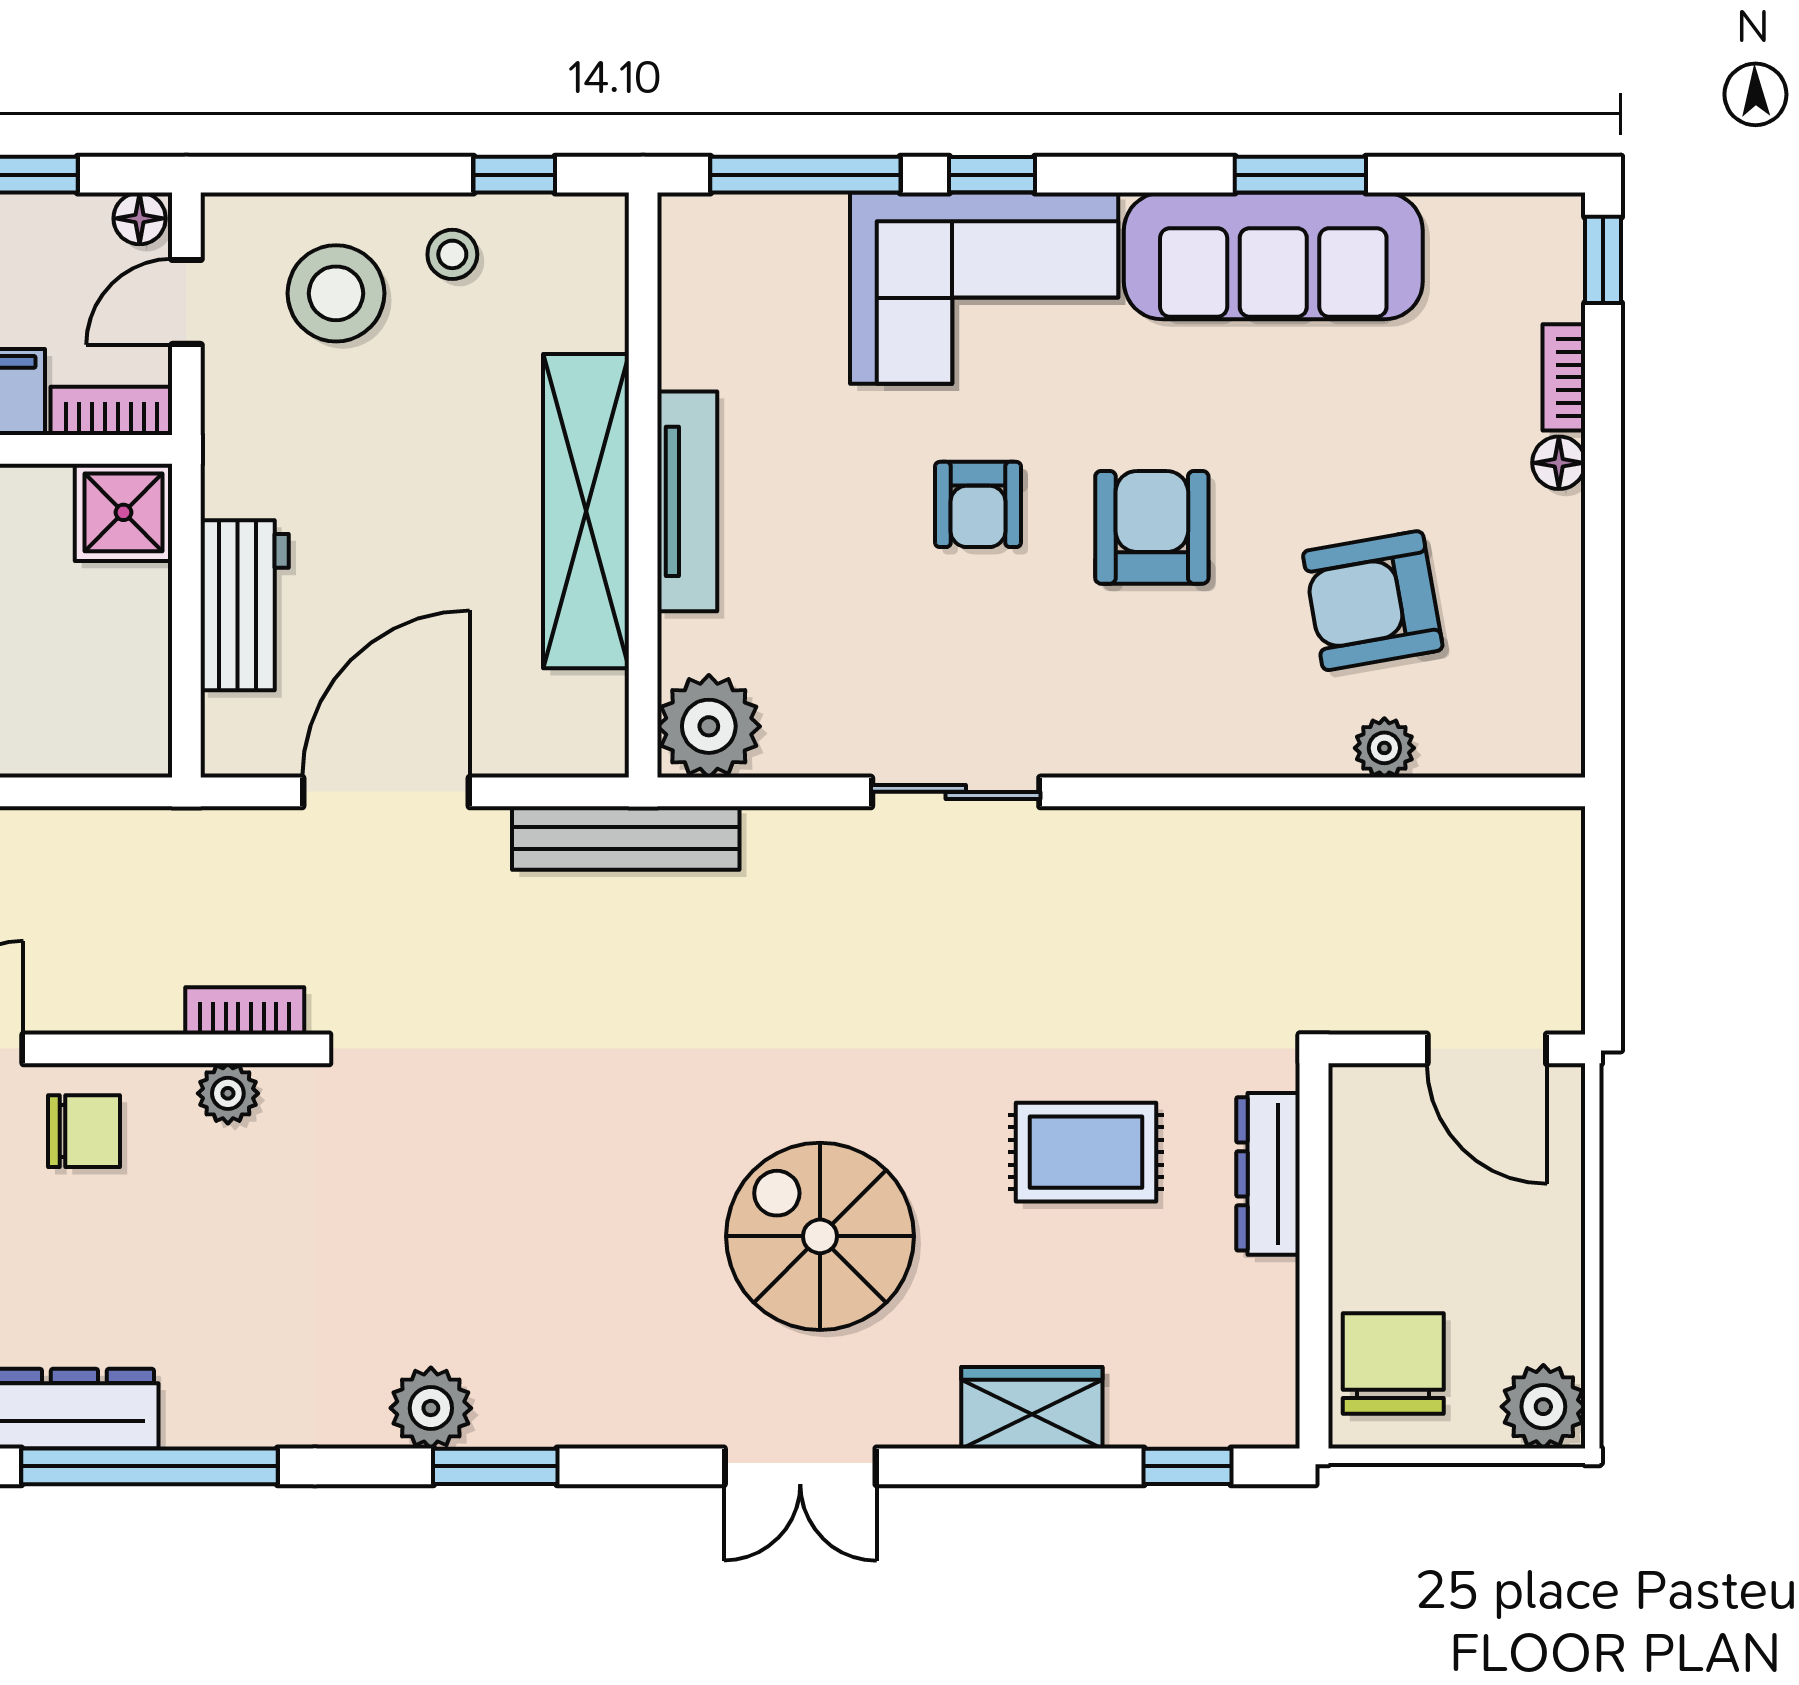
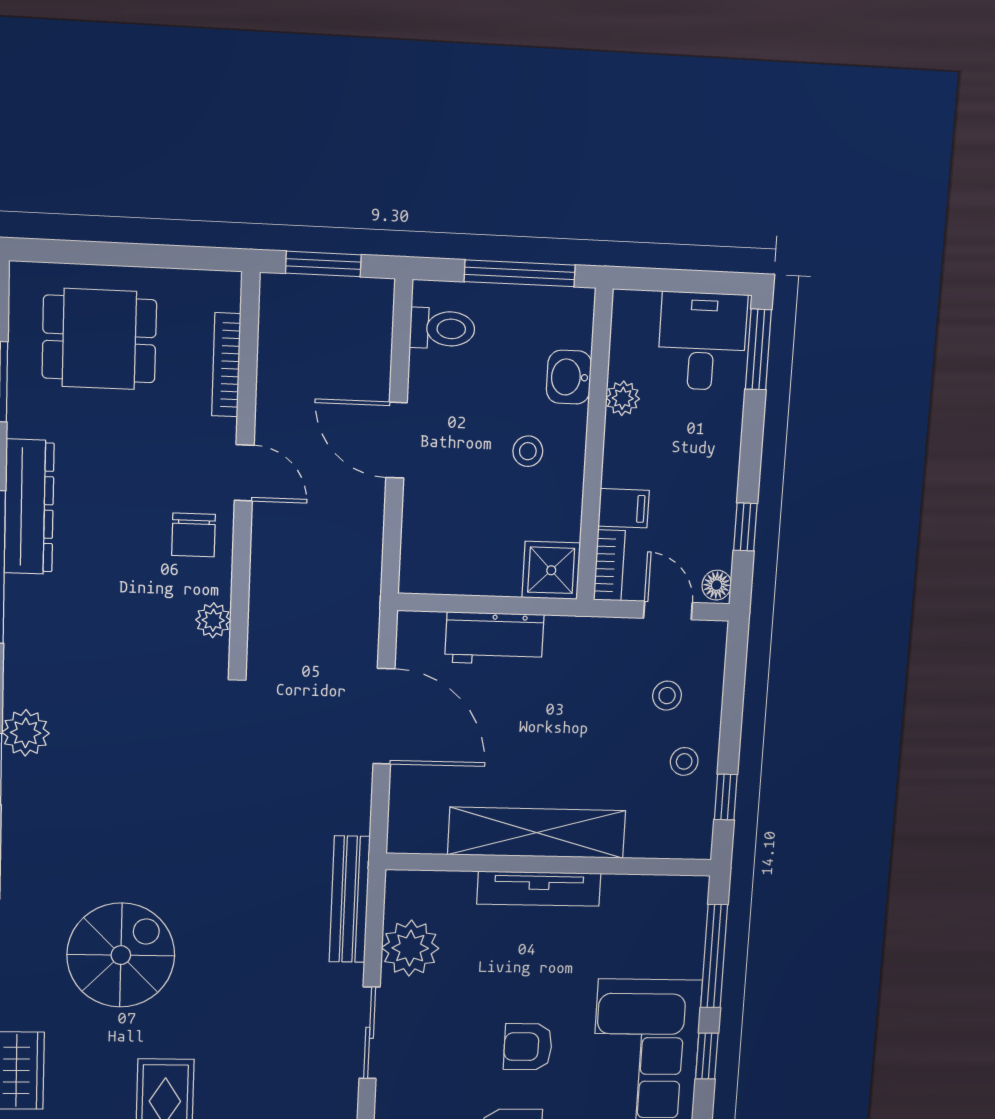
stool: (336, 293) -> (667, 696), width x0.53, depth x0.53
plant: (709, 726) -> (410, 948), moved
bench: (626, 838) -> (350, 899), moved
bookcase: (245, 1011) -> (261, 632), removed

